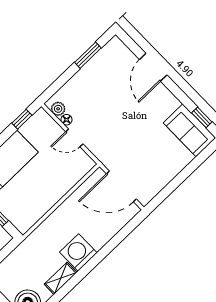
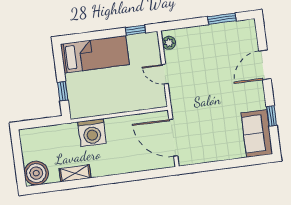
window: (202, 117) -> (272, 116), moved
floor lamp: (66, 120) -> (169, 56), removed
washing machine: (78, 253) -> (92, 133), moved, turned 180

